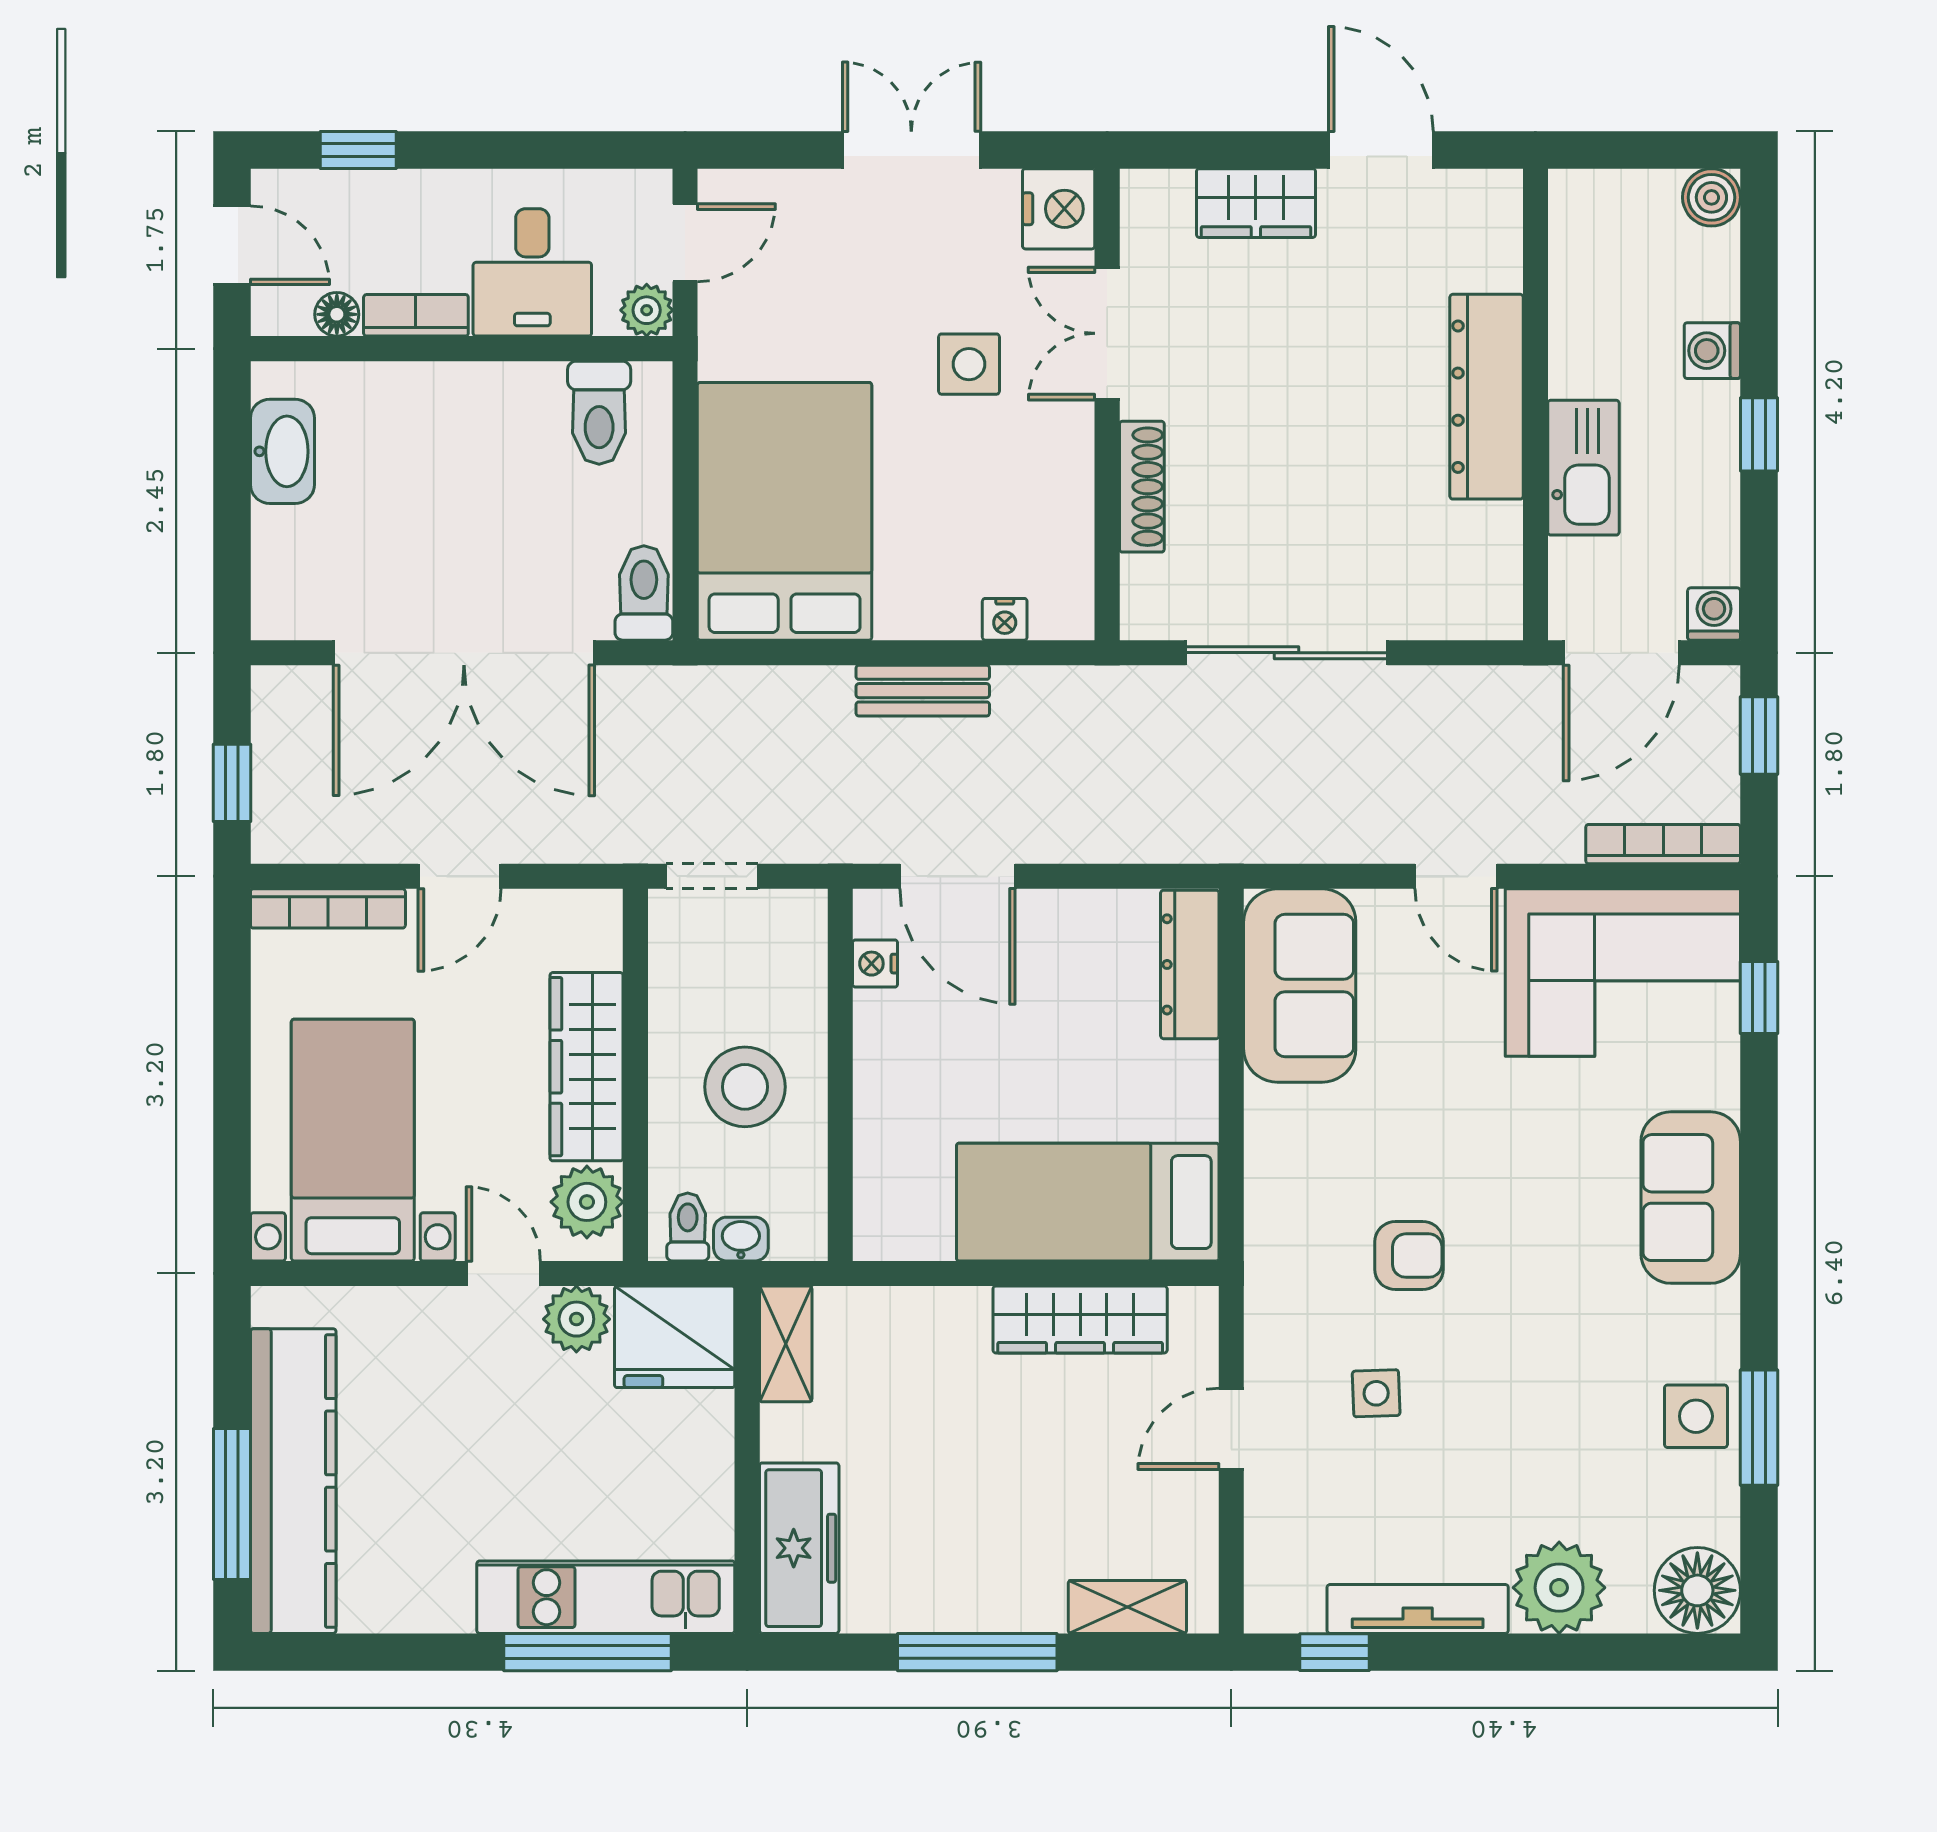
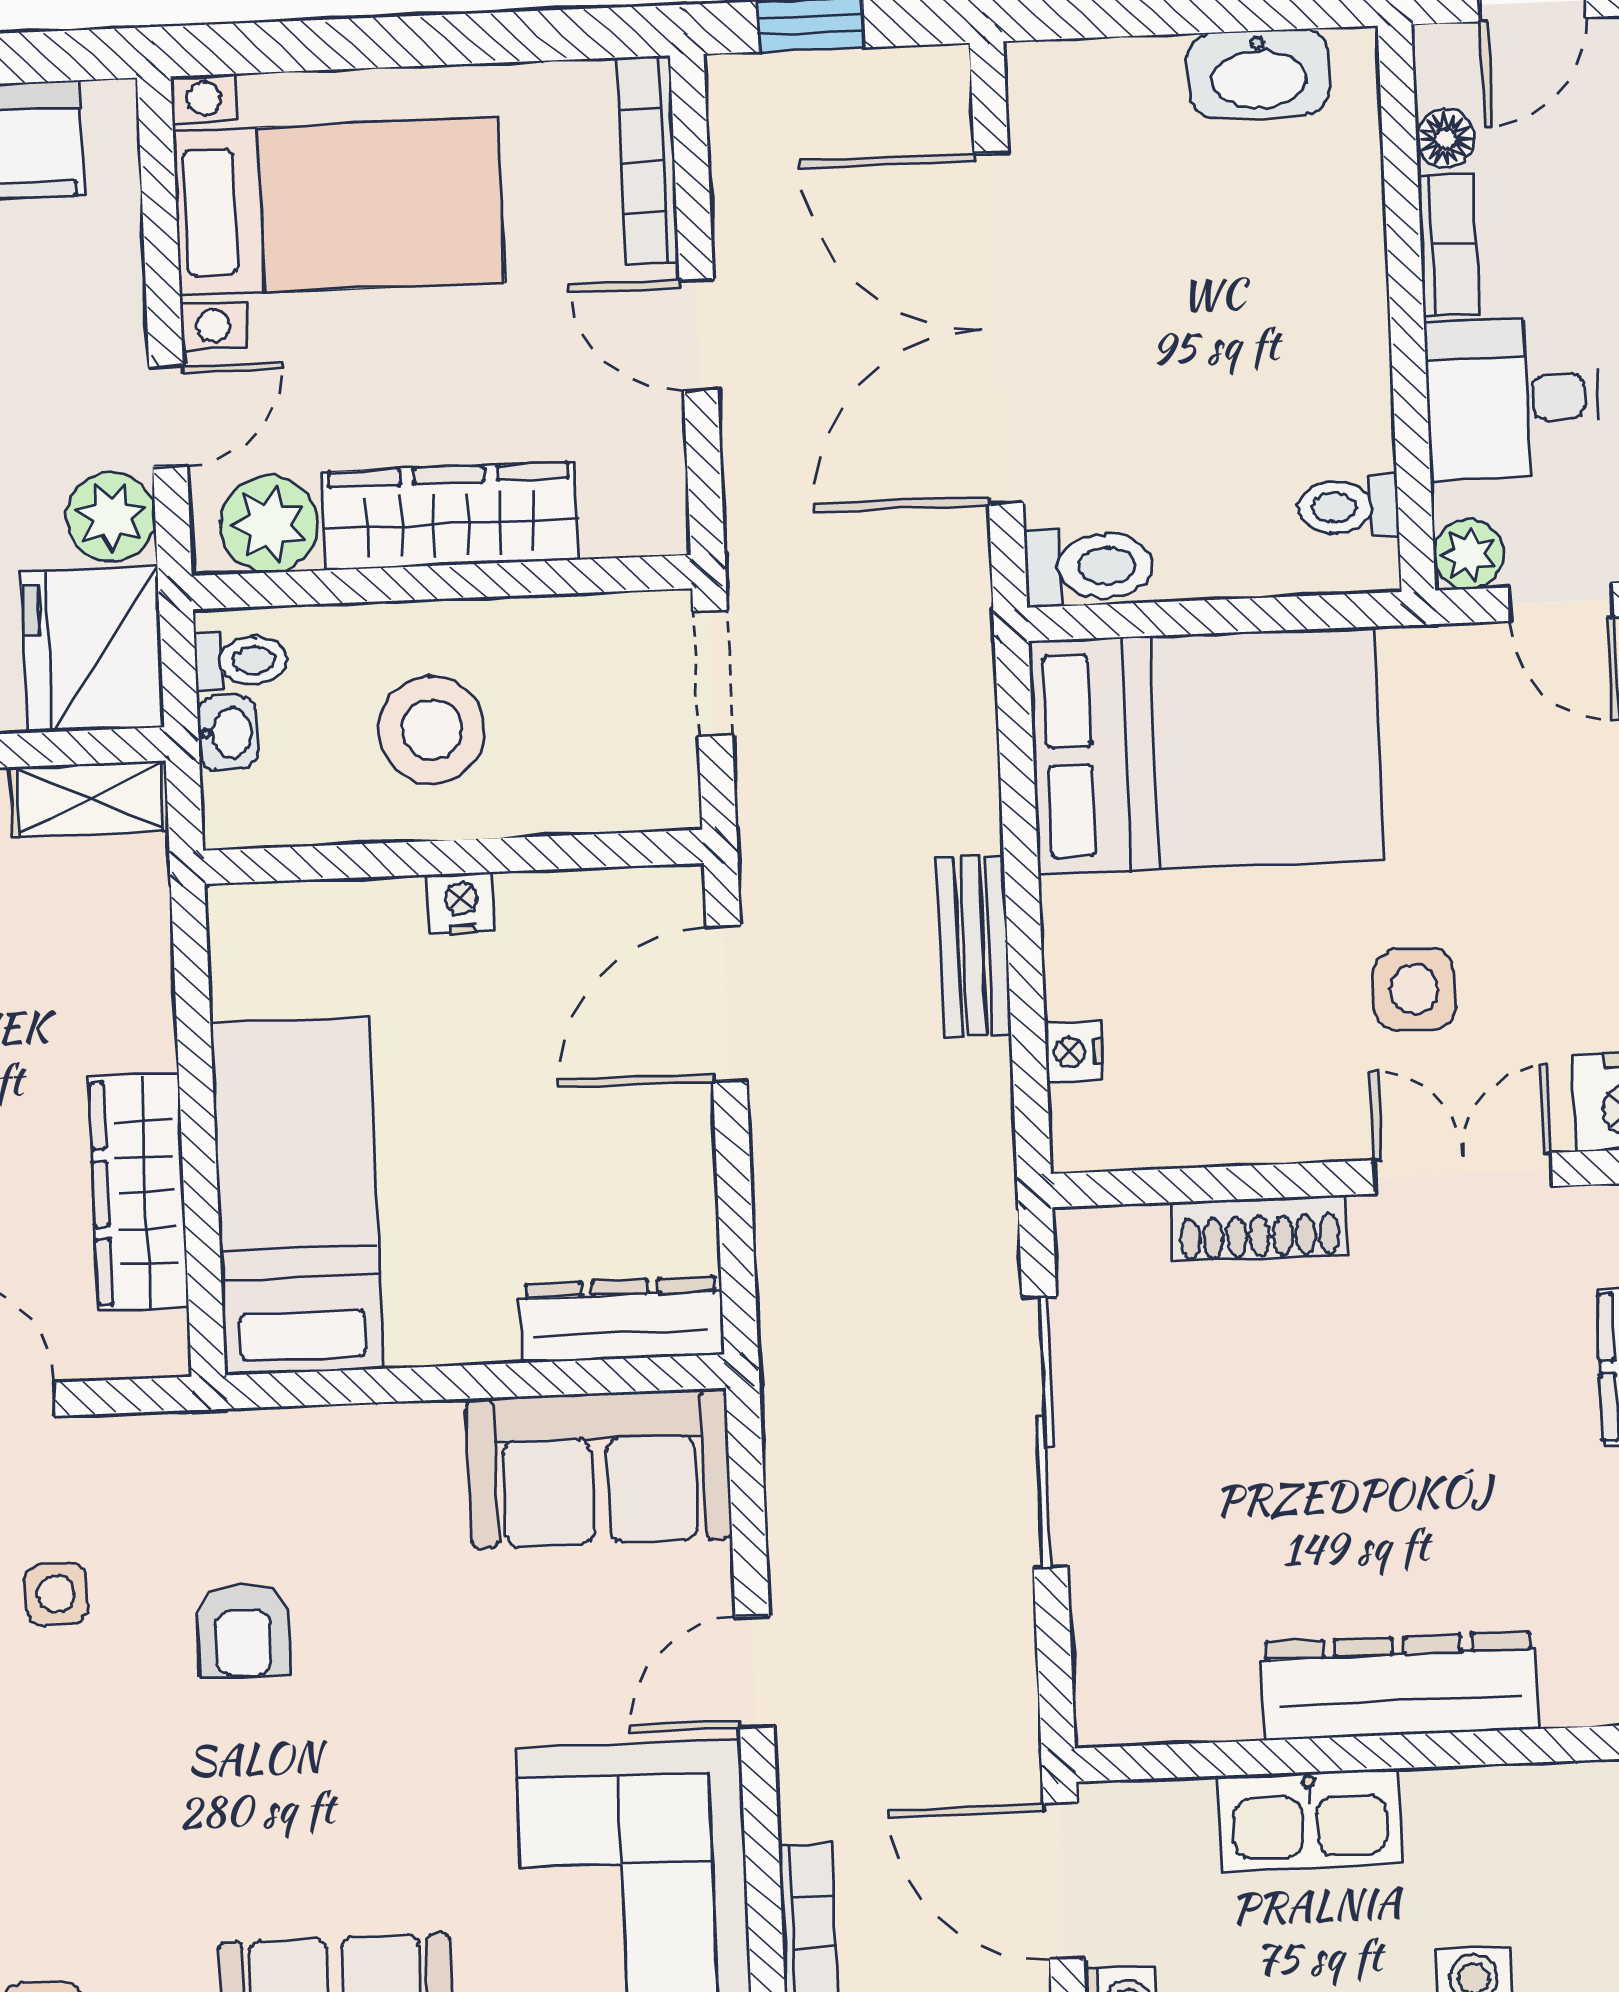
toilet: (599, 413) -> (1348, 507), width x0.73, depth x0.72
nightstand: (875, 964) -> (461, 903), moved

